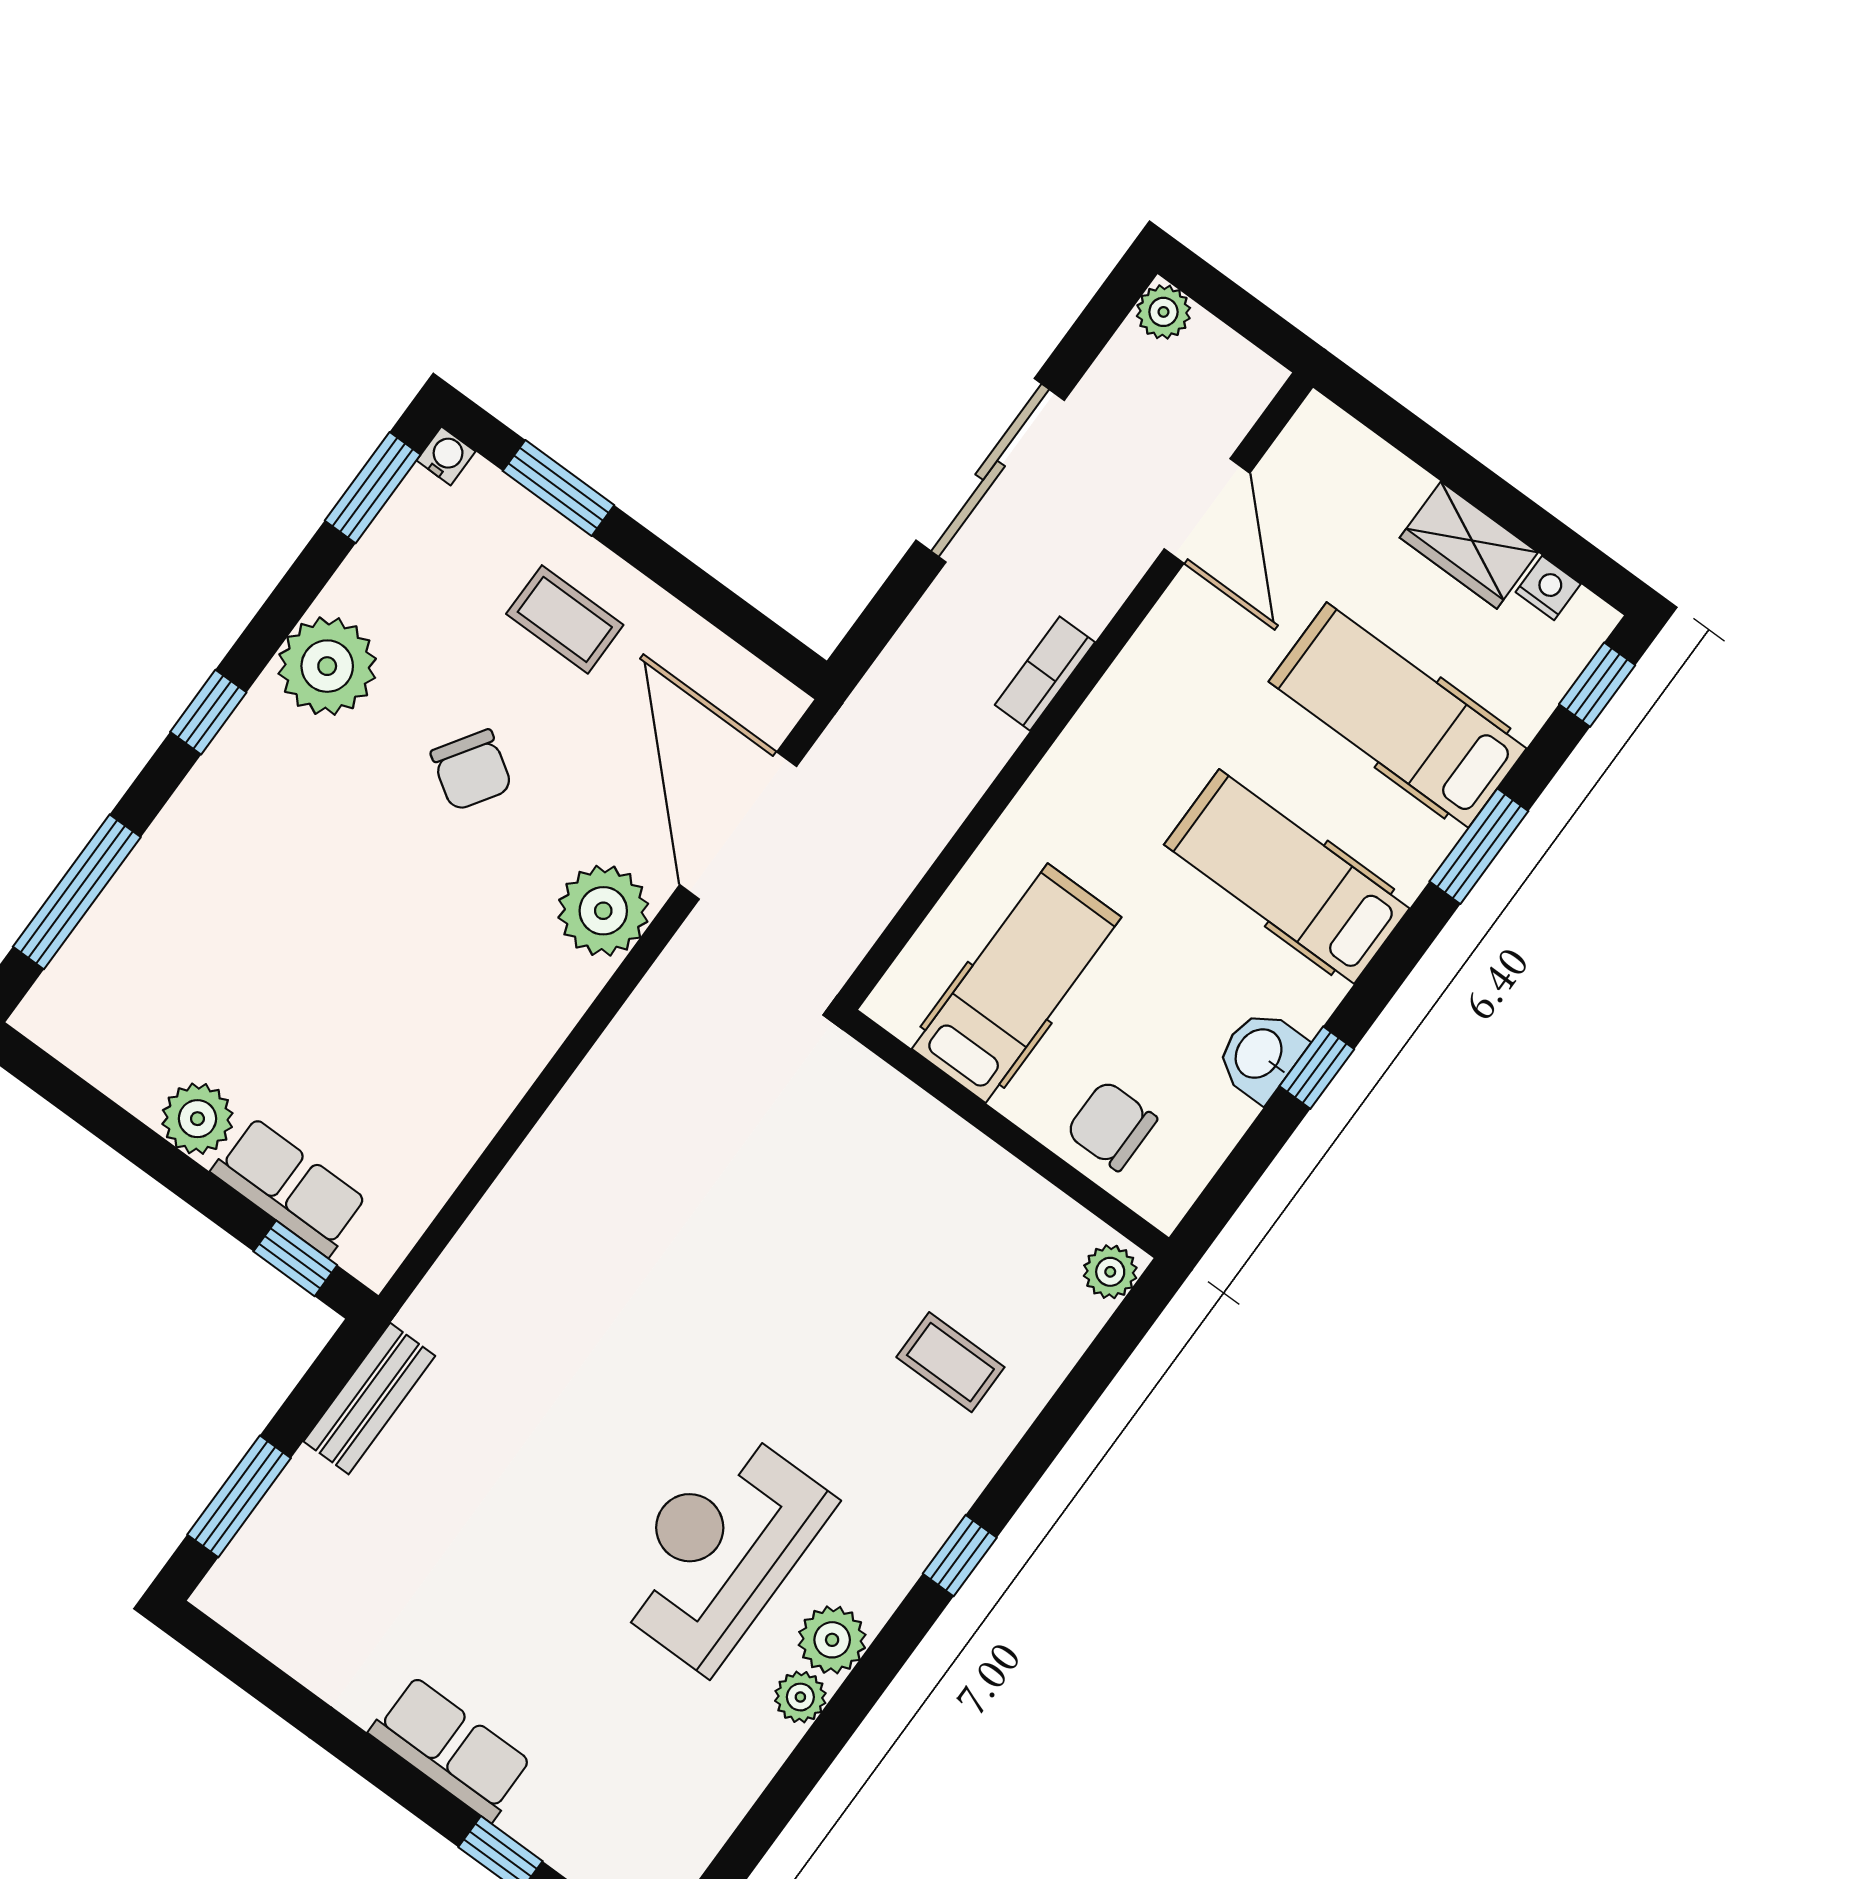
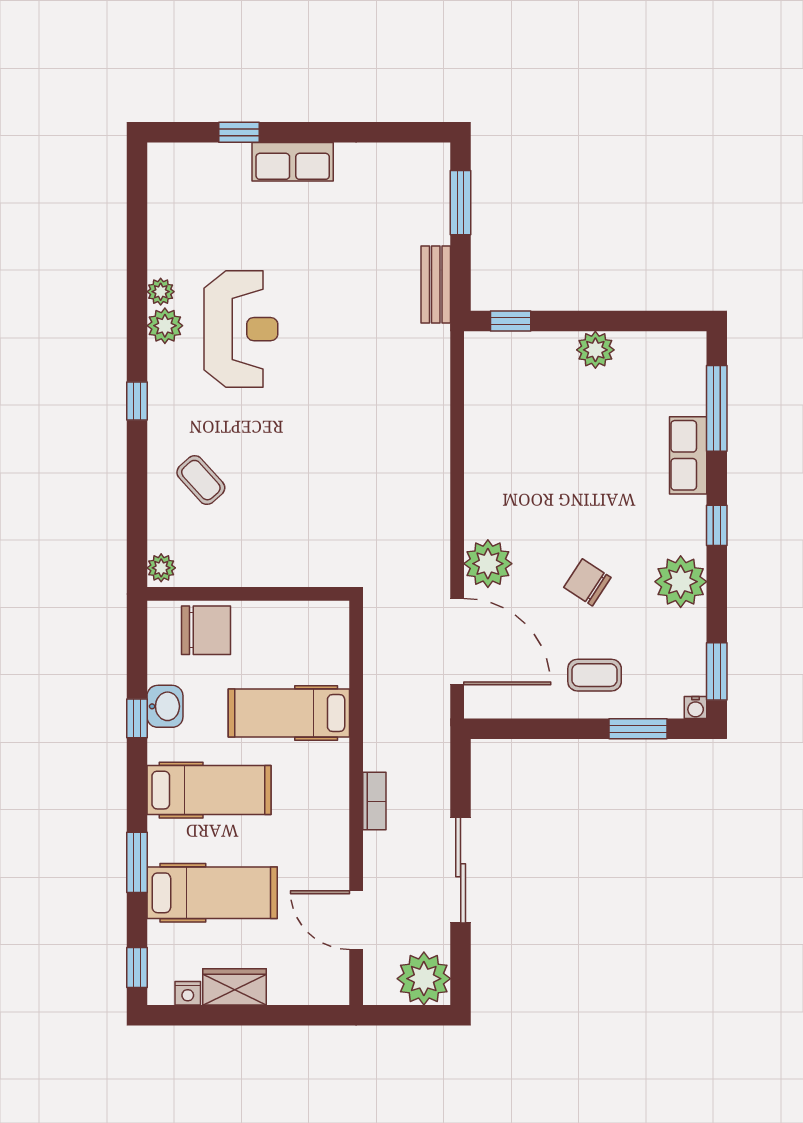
plant: (1163, 312) -> (424, 979), width x1.88, depth x1.88
hospital bed: (1017, 983) -> (289, 713), moved, turned 90
chair: (1112, 1126) -> (206, 630), width x1.37, depth x1.37
row of seats: (290, 1187) -> (688, 455), moved, turned 90
coffee table: (950, 1362) -> (201, 480), turned 48

